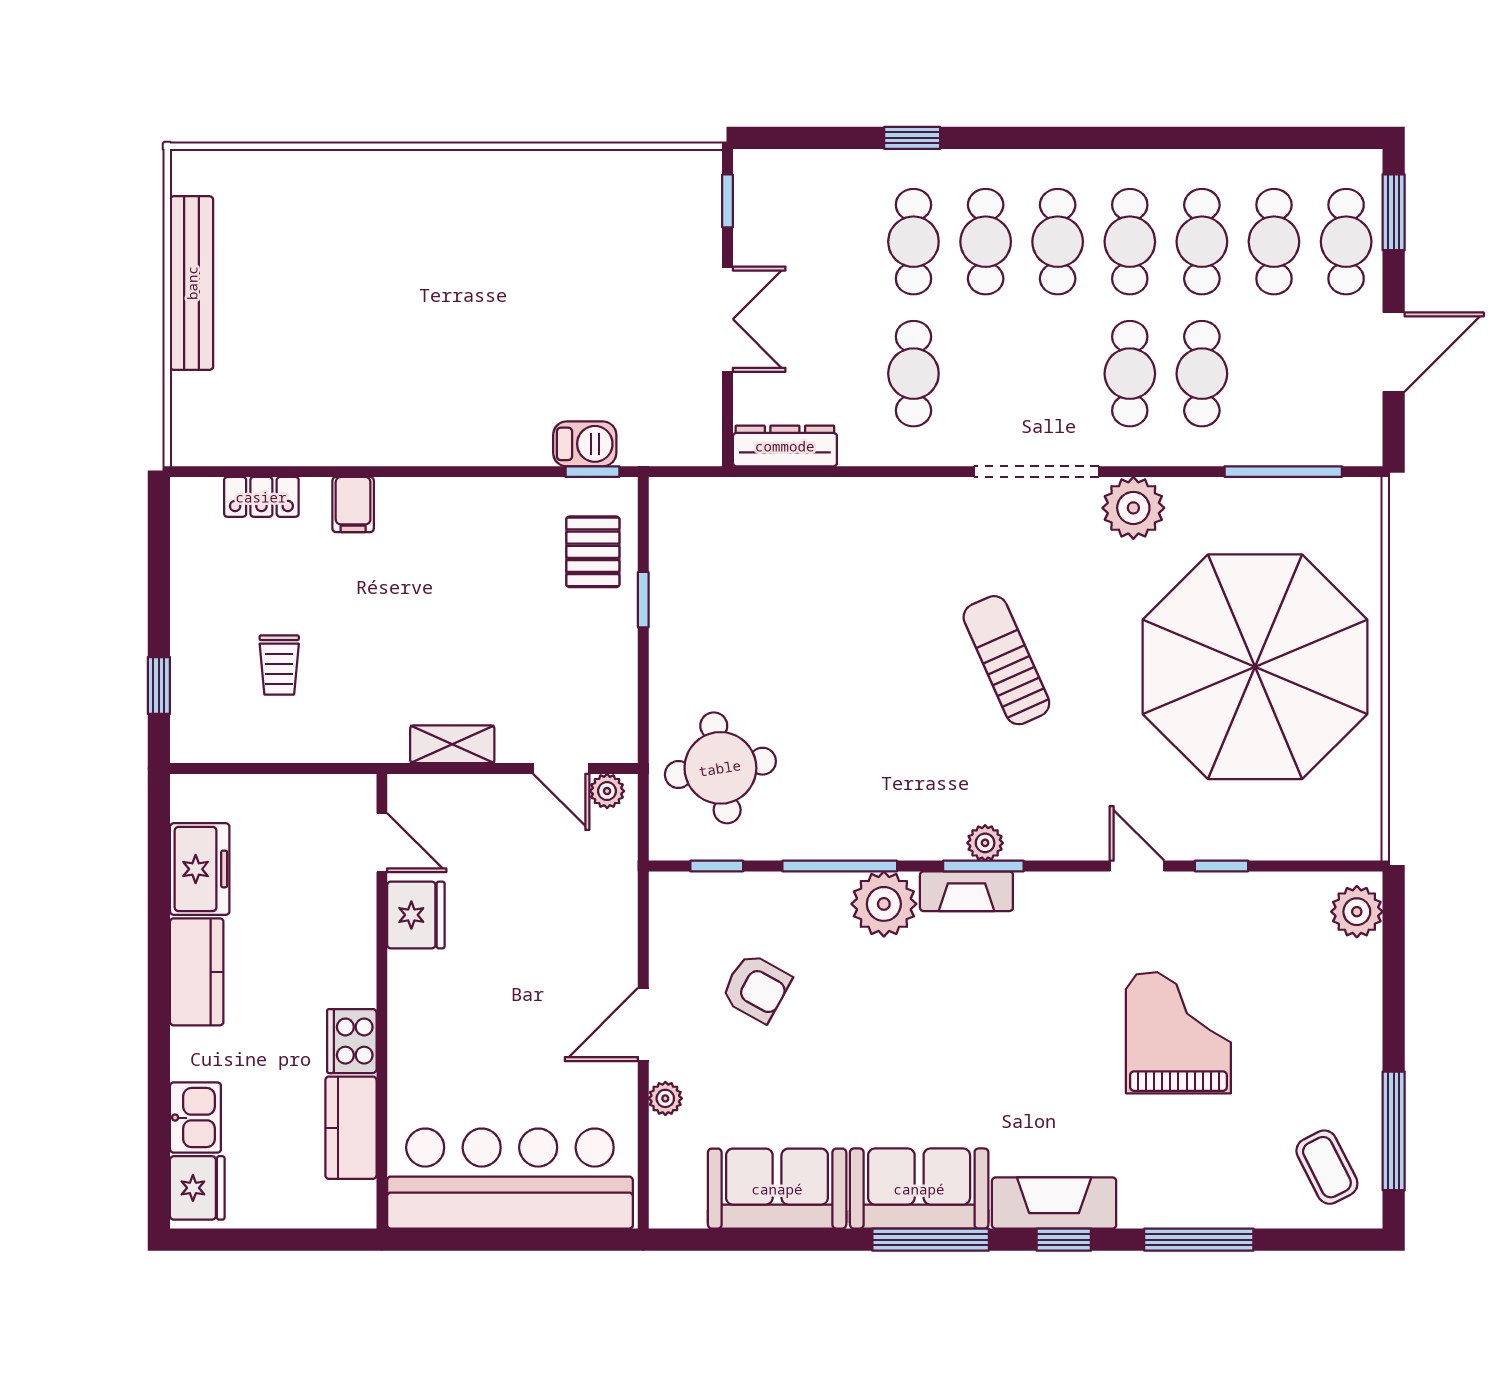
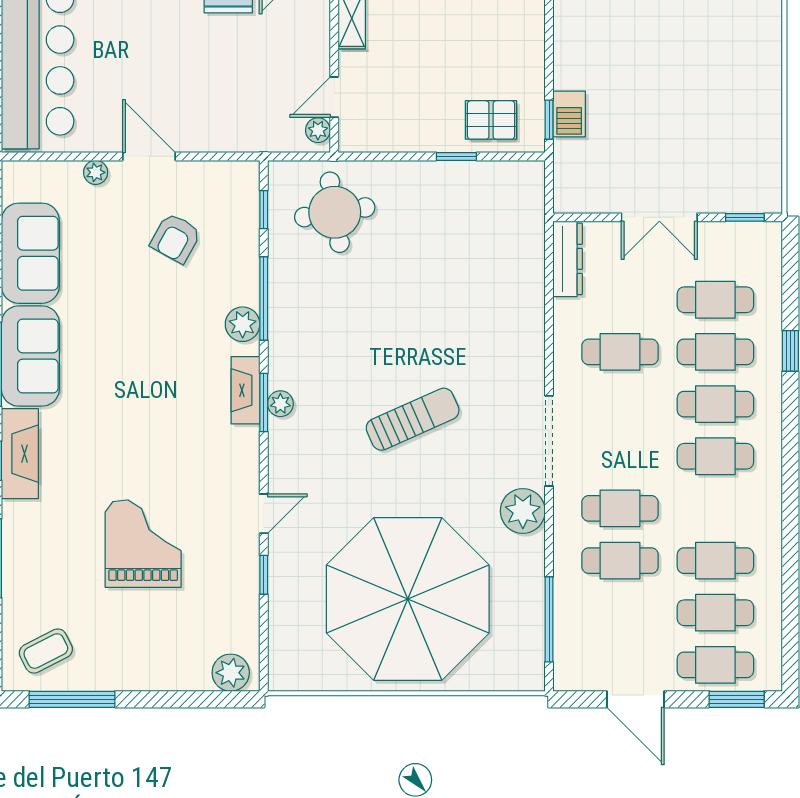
cafe table: (1130, 242) -> (715, 300), moved
plant: (884, 904) -> (243, 324), width x0.73, depth x0.73
grand piano: (1178, 1033) -> (143, 544), turned -90

